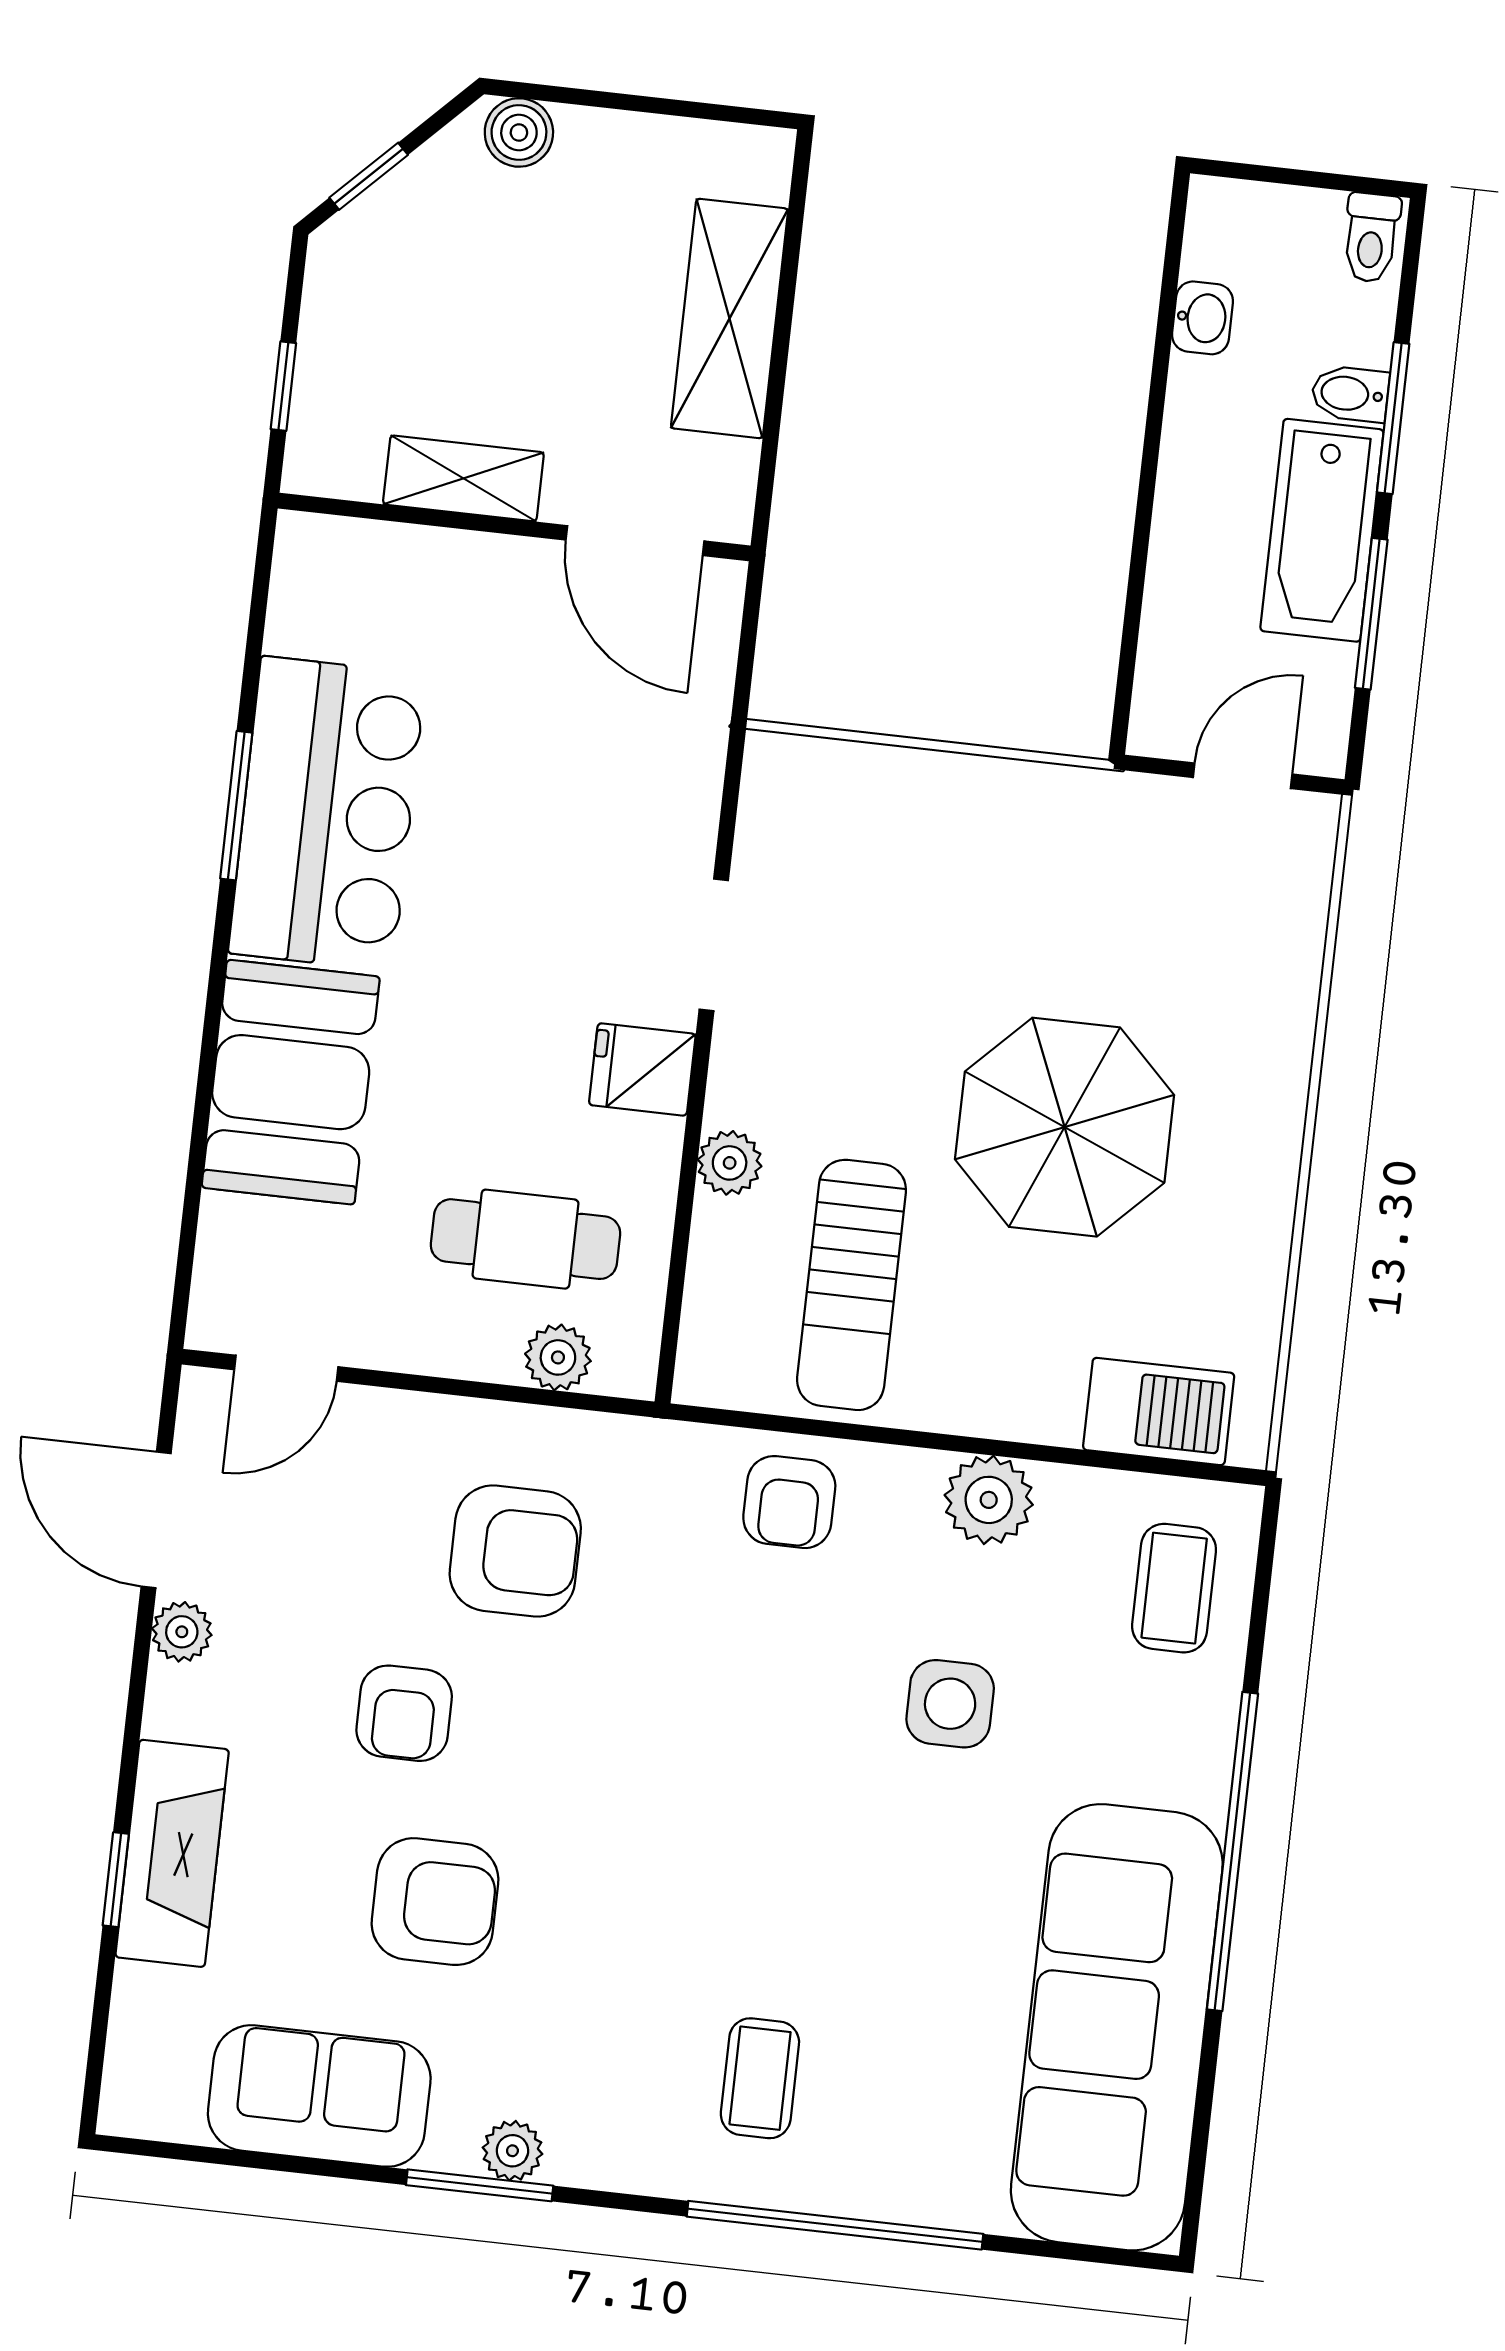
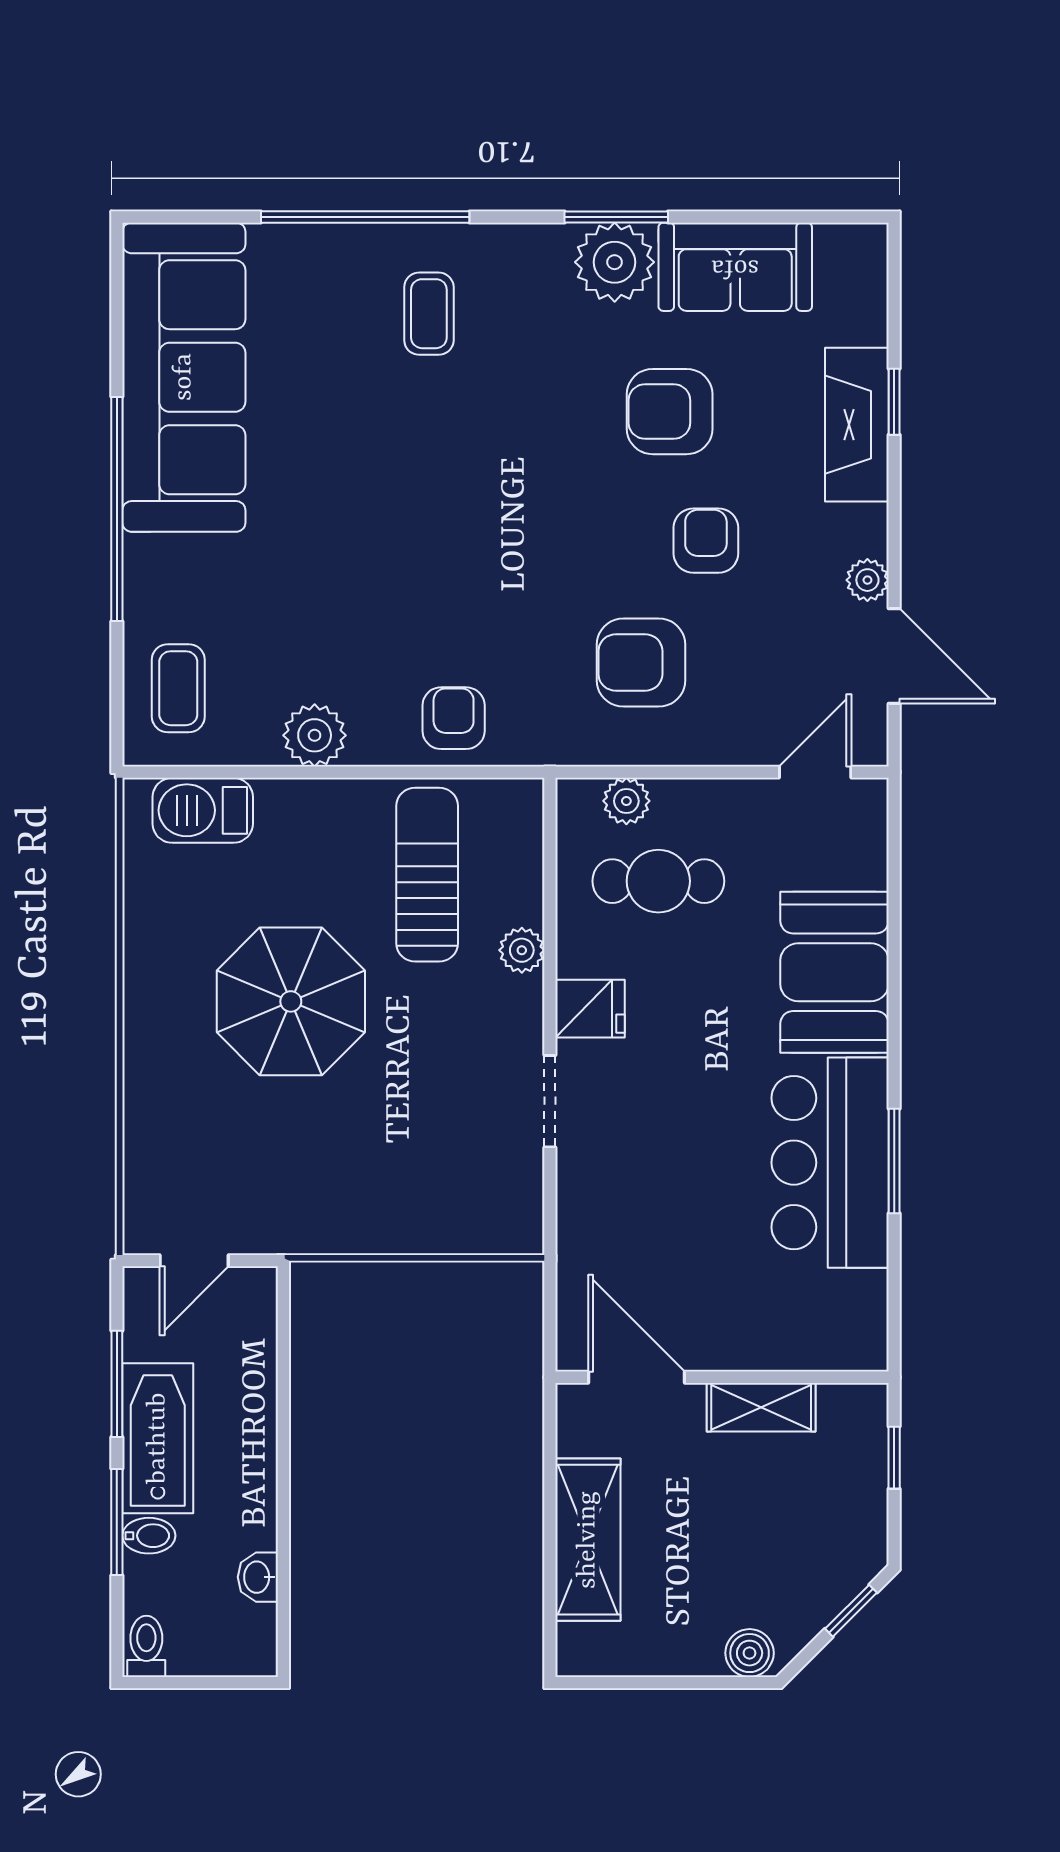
side table: (950, 1704) -> (326, 590), removed
plant: (512, 2151) -> (615, 262), width x1.87, depth x1.87

